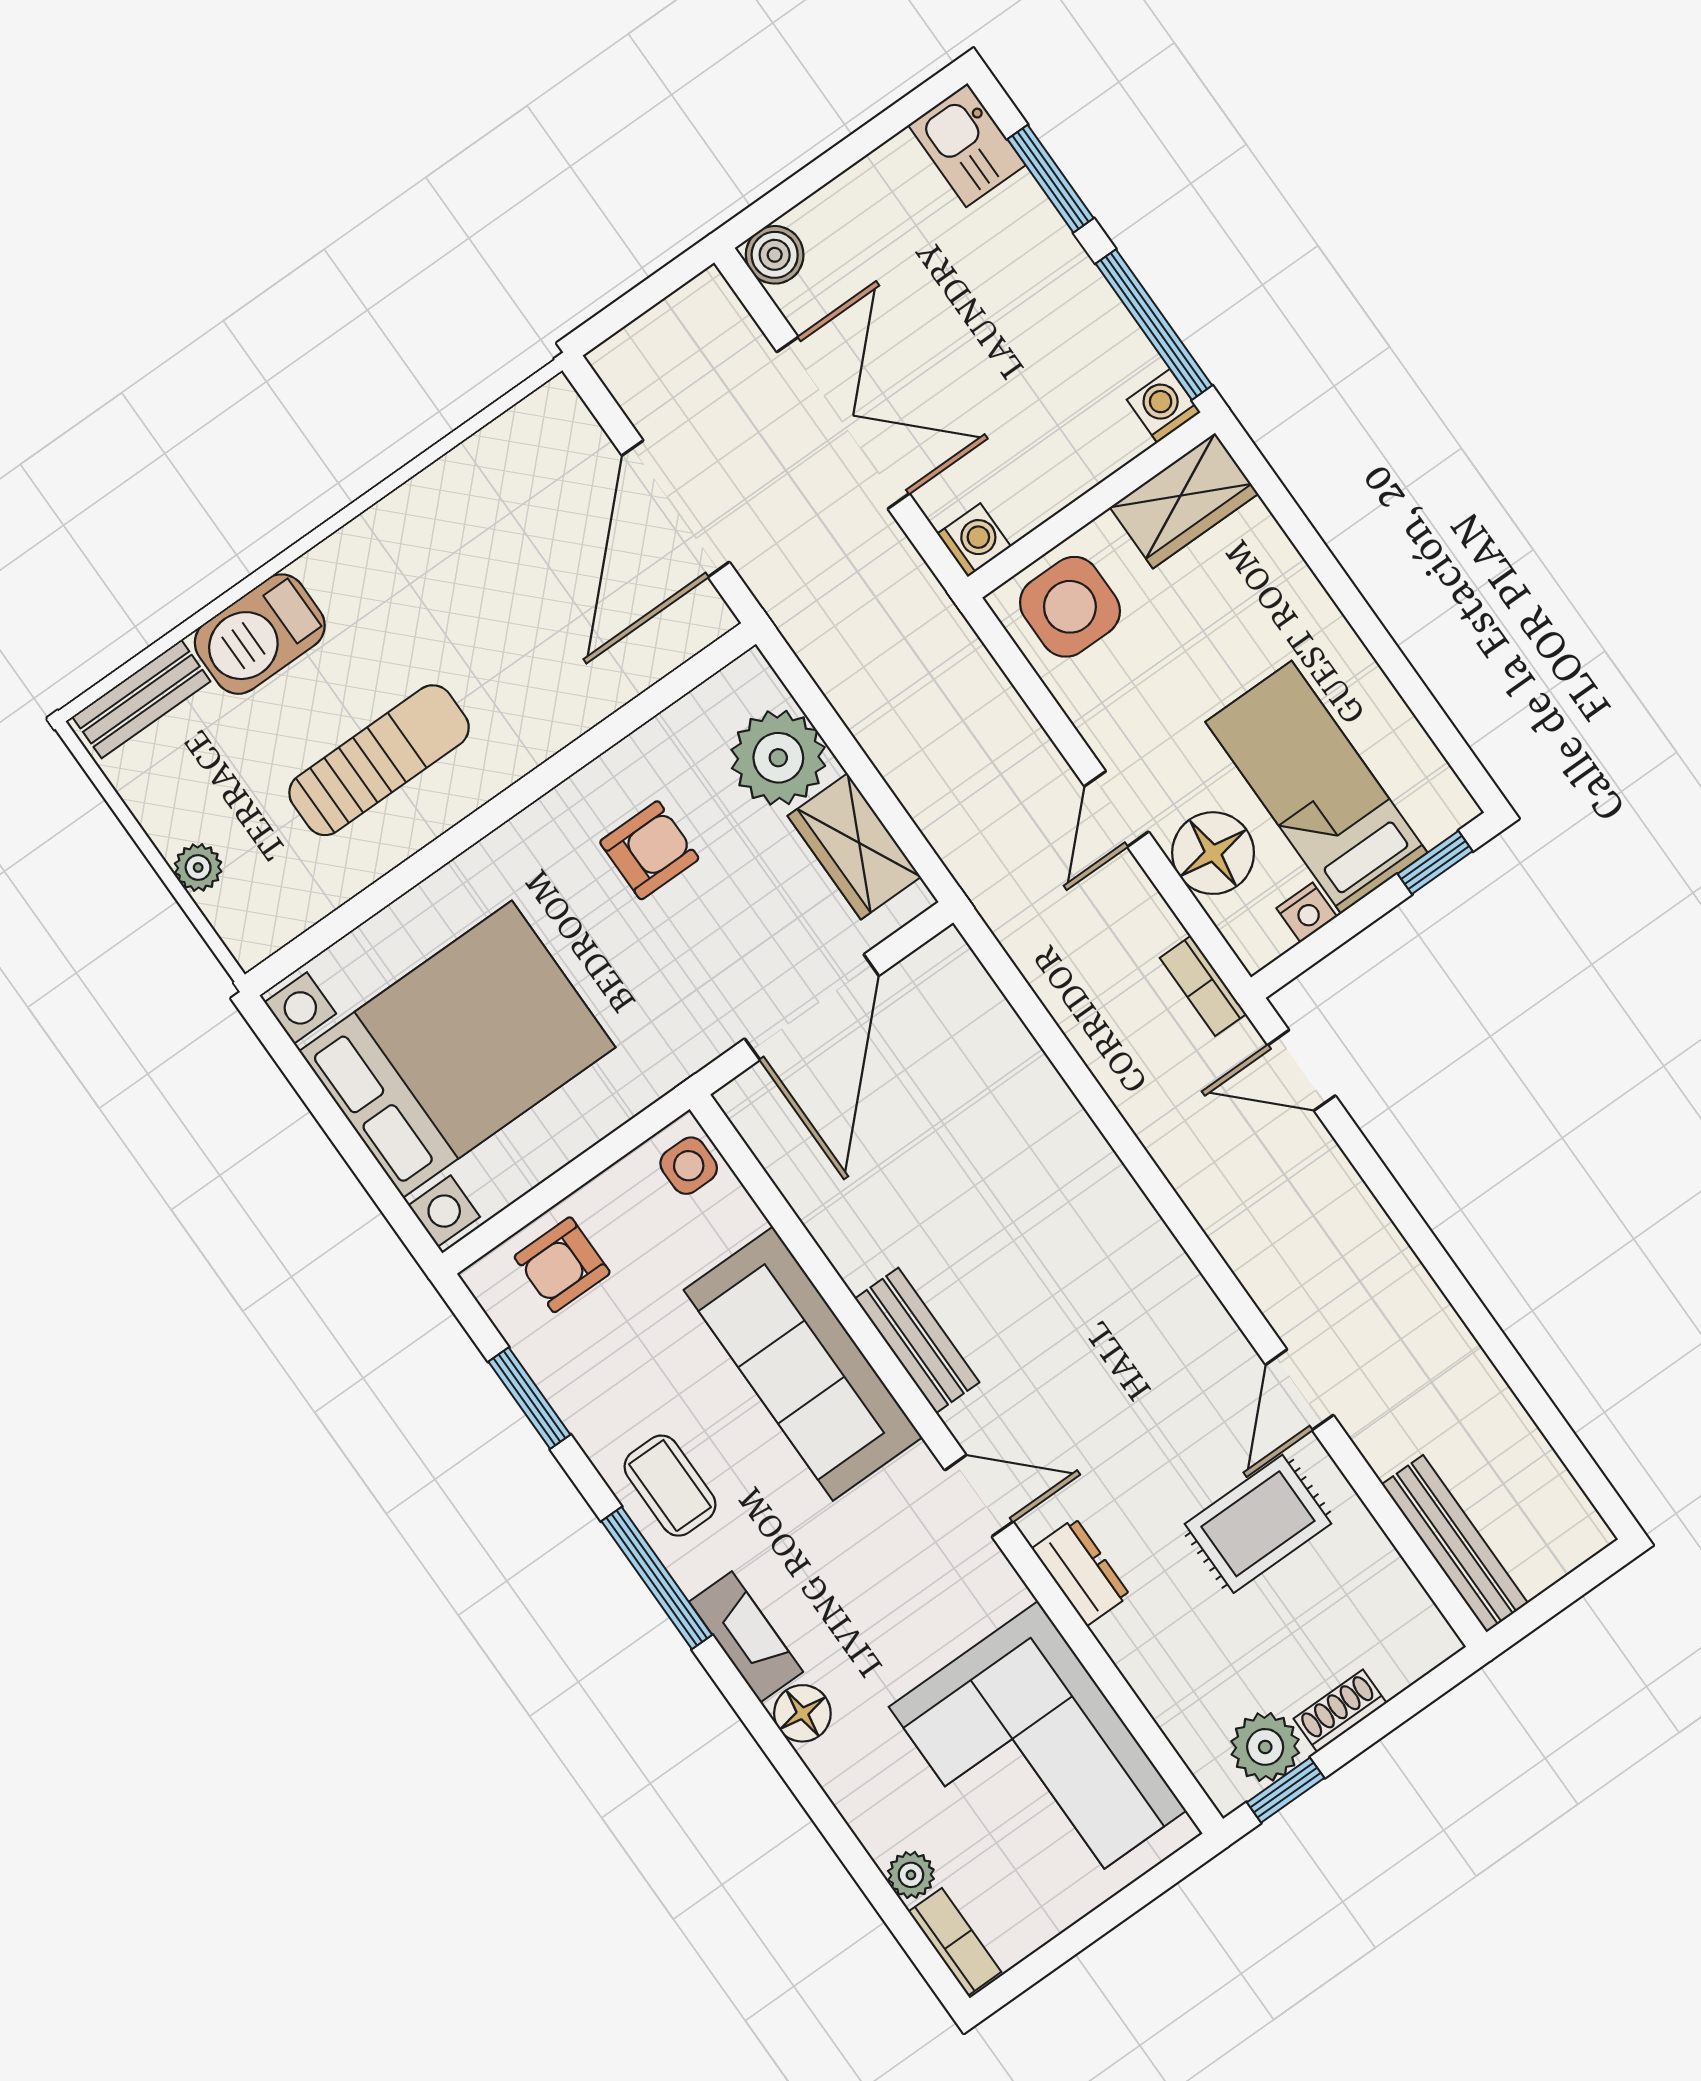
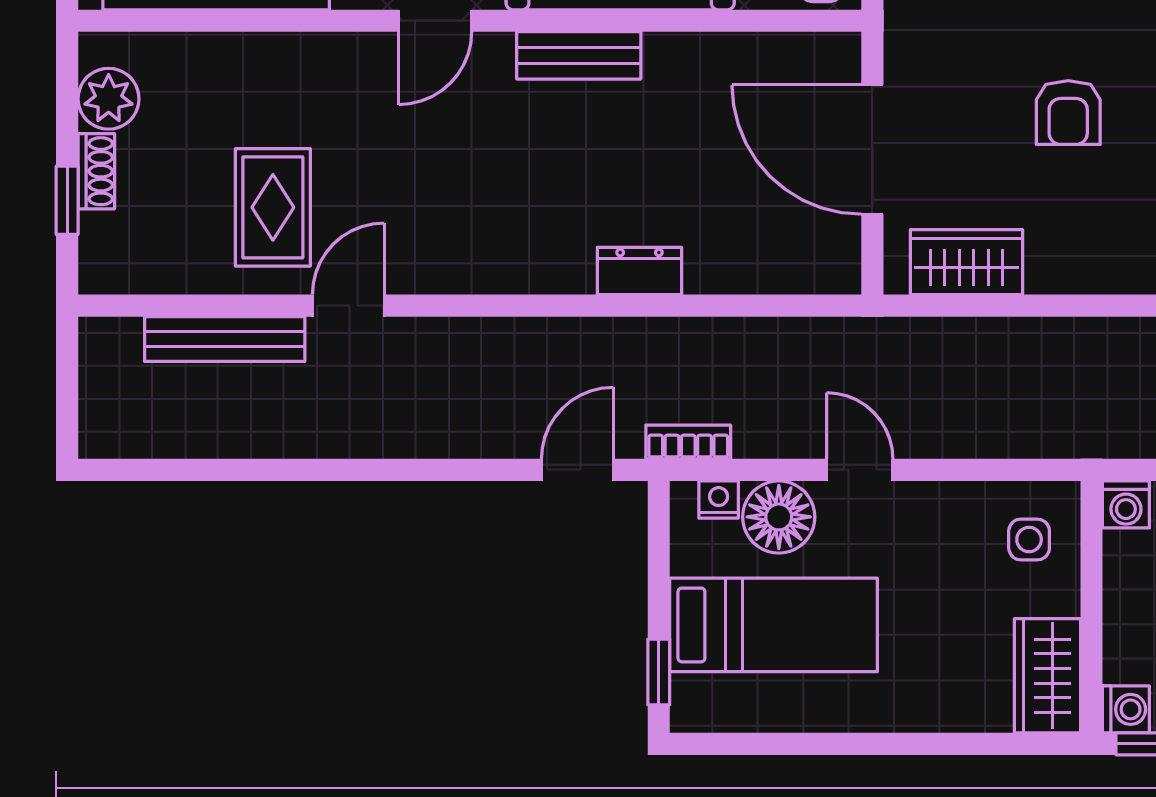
side table: (1070, 607) -> (1029, 540), width x0.54, depth x0.54
plant: (778, 758) -> (1069, 253), removed
nightstand: (1307, 912) -> (719, 500), moved, turned 90
door: (1300, 1390) -> (348, 306), hinge flipped
bench: (1455, 1544) -> (225, 339), moved
dresser: (1081, 1572) -> (639, 271), moved, turned 180
window: (1286, 1790) -> (67, 200), moved

